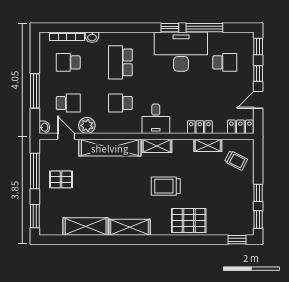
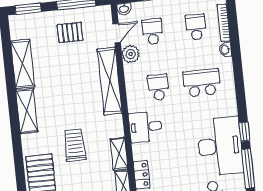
school desk: (68, 103) -> (153, 32), turned 180
shelving: (157, 146) -> (119, 154), moved
pallet: (61, 179) -> (70, 33), turned 90

